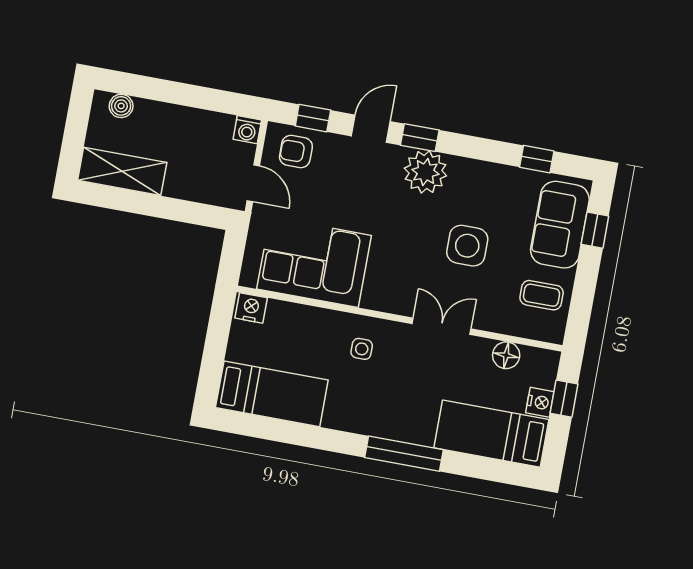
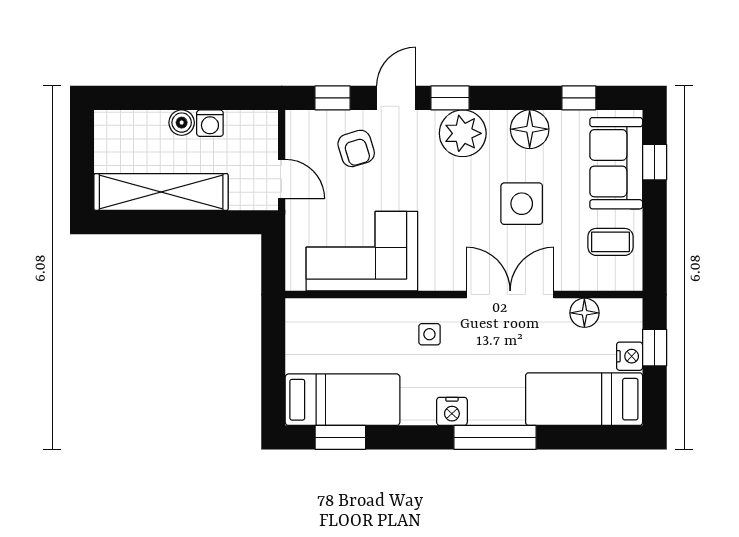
boiler: (121, 106) -> (182, 123), moved
washing machine: (247, 130) -> (210, 123), moved
armchair: (296, 152) -> (356, 148), moved, turned -107
shelving: (122, 171) -> (161, 192), width x1.47
floor lamp: (487, 179) -> (530, 129), added
nightstand: (251, 308) -> (452, 411), moved, turned 180
double door: (442, 326) -> (510, 295), width x1.37
window: (264, 428) -> (340, 437), added

